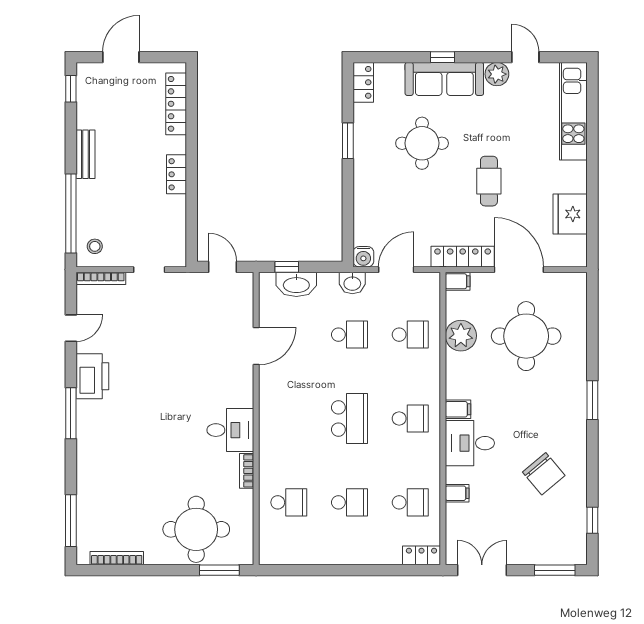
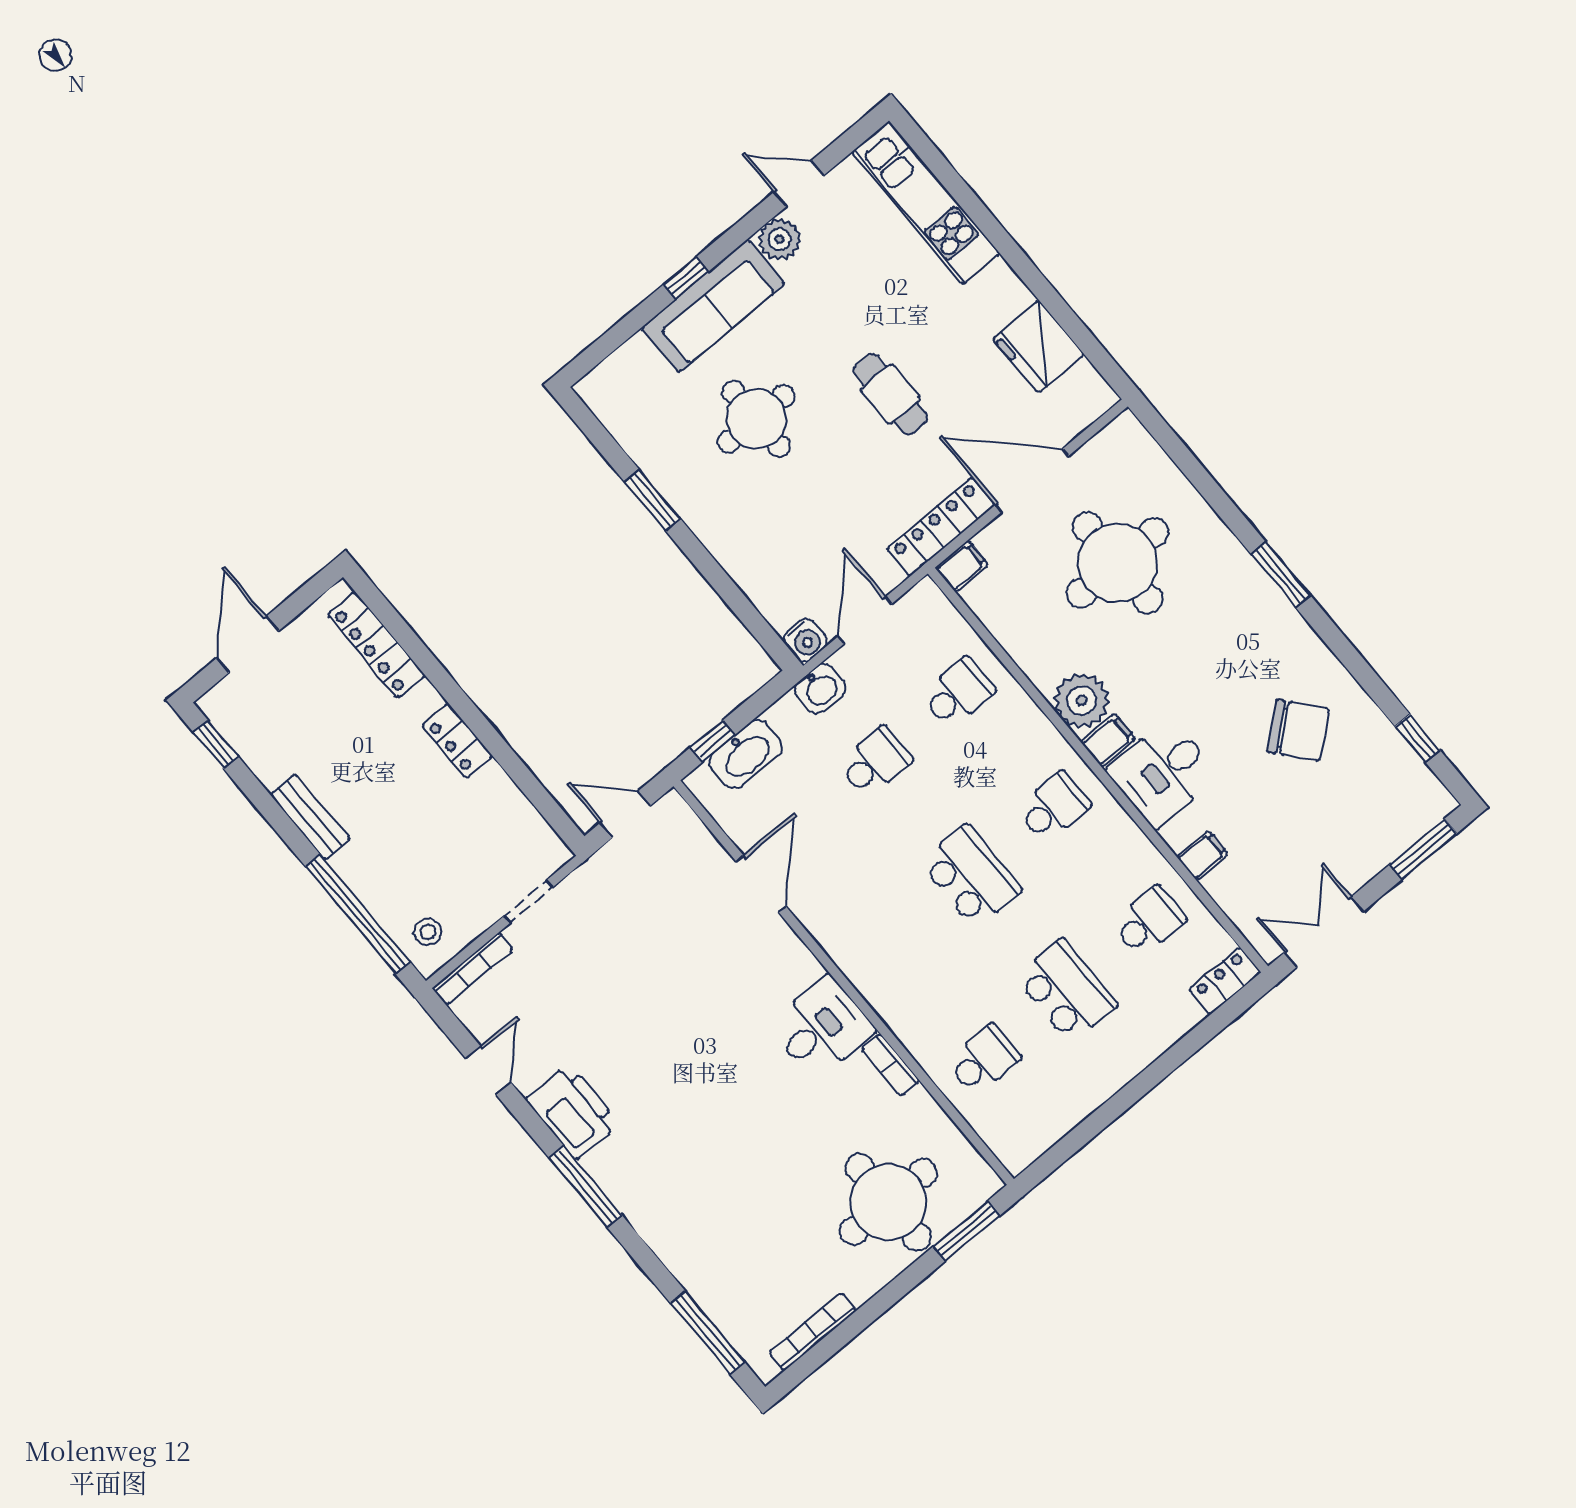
locker: (363, 82) -> (607, 403), removed
plant: (461, 336) -> (1082, 701), moved
school desk: (349, 502) -> (1066, 991), width x1.85

